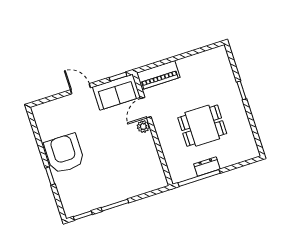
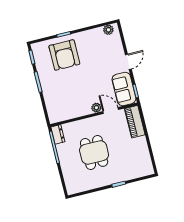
plant: (40, 118) -> (108, 30), added
armchair: (64, 154) -> (64, 55), moved, turned 90
dresser: (207, 166) -> (58, 134), moved

